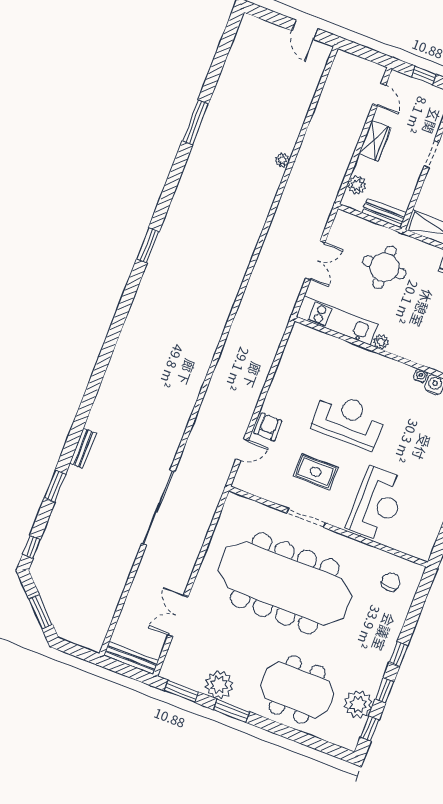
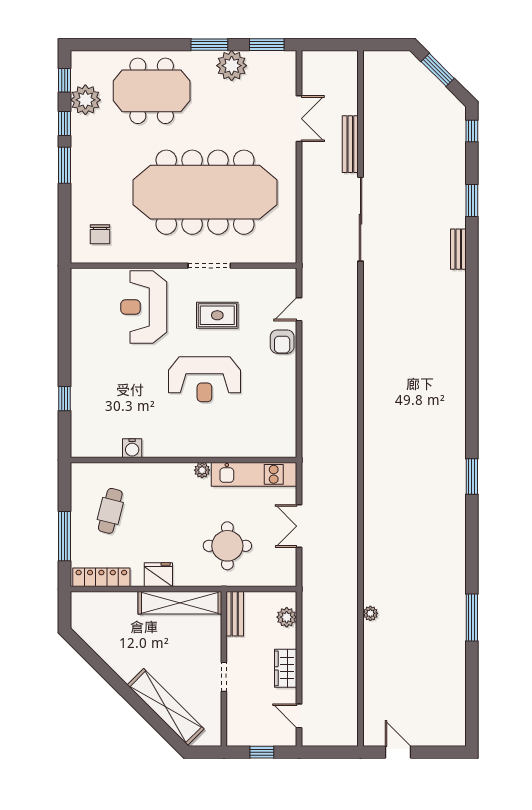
bench: (384, 213) -> (235, 614), moved, turned 90
water cooler: (420, 376) -> (150, 451), removed
window: (398, 654) -> (65, 165), width x1.50
bench: (131, 658) -> (350, 144), moved, turned 90

